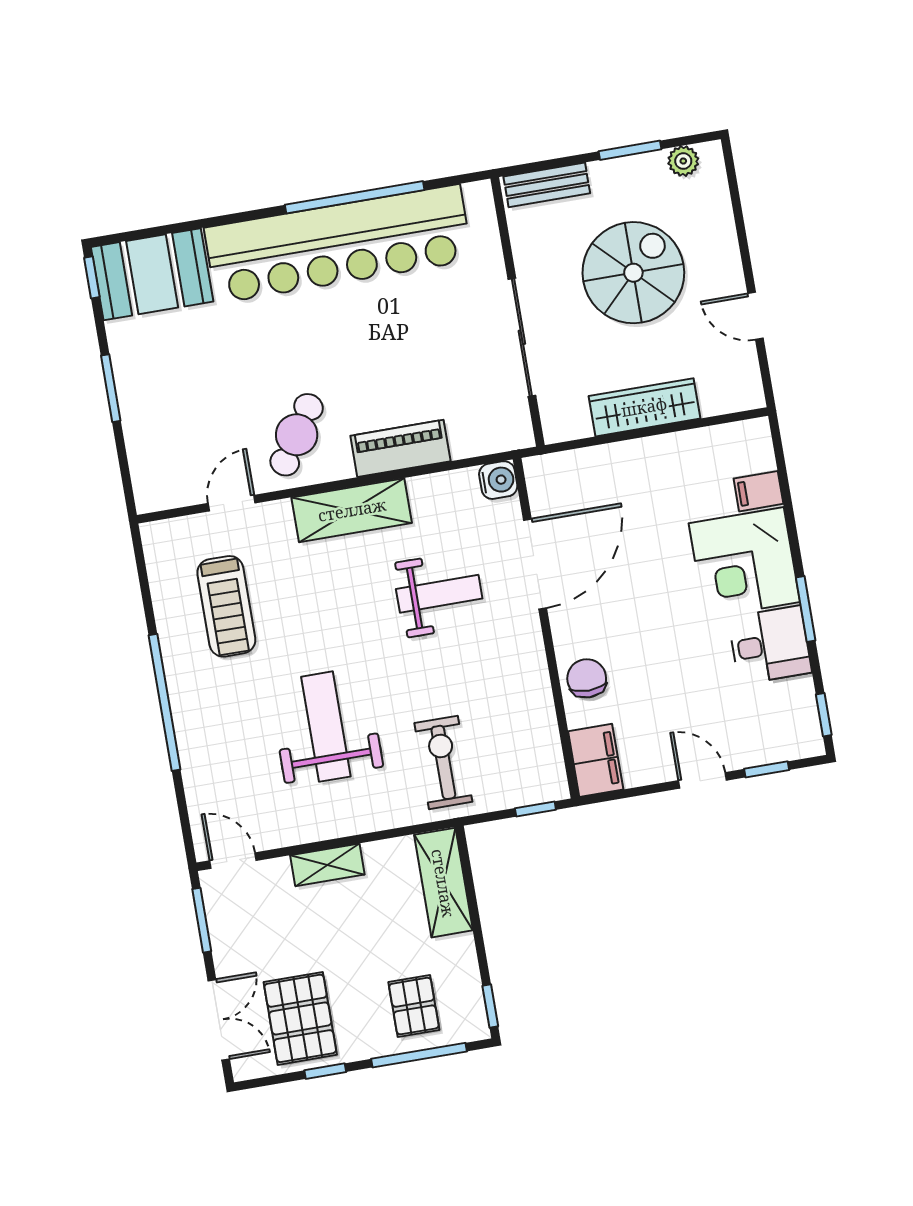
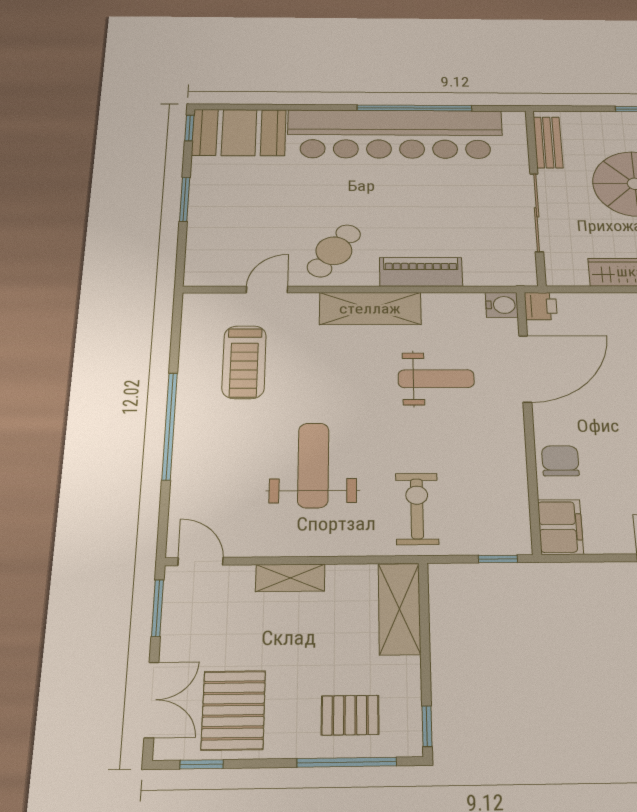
bench: (547, 185) -> (548, 142), moved, turned 90
printer: (542, 474) -> (541, 306), added
pallet: (414, 1006) -> (350, 715), turned 90
window: (325, 1071) -> (202, 764), moved

